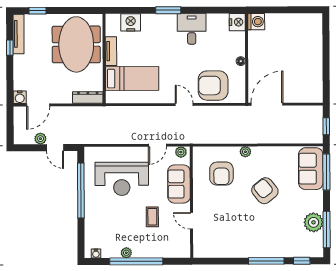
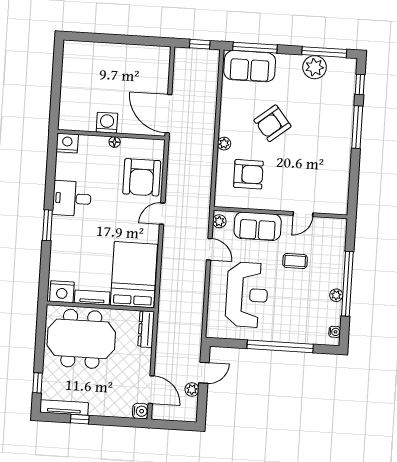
nightstand: (131, 22) -> (62, 292), moved, turned -90
washing machine: (256, 22) -> (107, 123), moved
bed: (132, 79) -> (134, 275), width x1.50
window: (81, 190) -> (280, 346), moved

